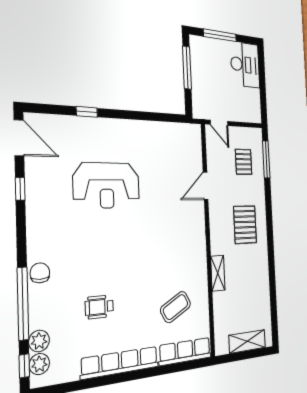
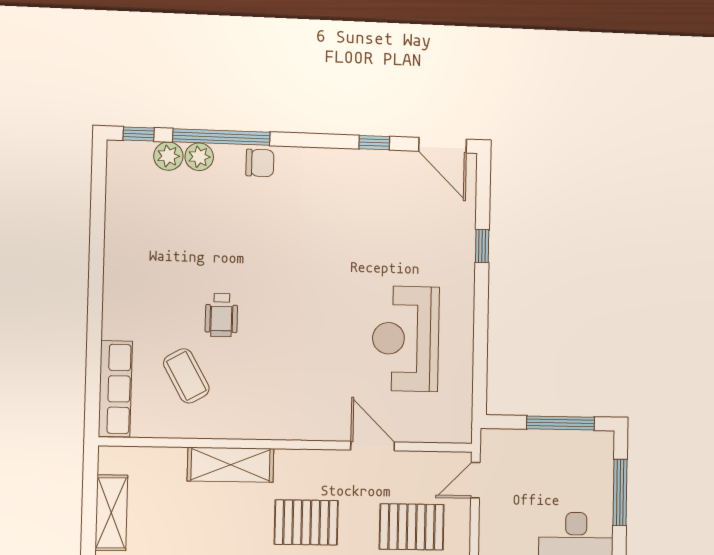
door: (19, 138) -> (443, 145), hinge flipped
pallet: (244, 162) -> (412, 527), width x1.50, depth x1.42
reception desk: (107, 185) -> (406, 339), moved
shelving: (218, 273) -> (231, 465), width x1.50, depth x1.33
wheelchair: (99, 307) -> (221, 315), moved, turned 180
row of seats: (120, 363) -> (118, 275), removed
plant: (39, 364) -> (199, 157), moved

